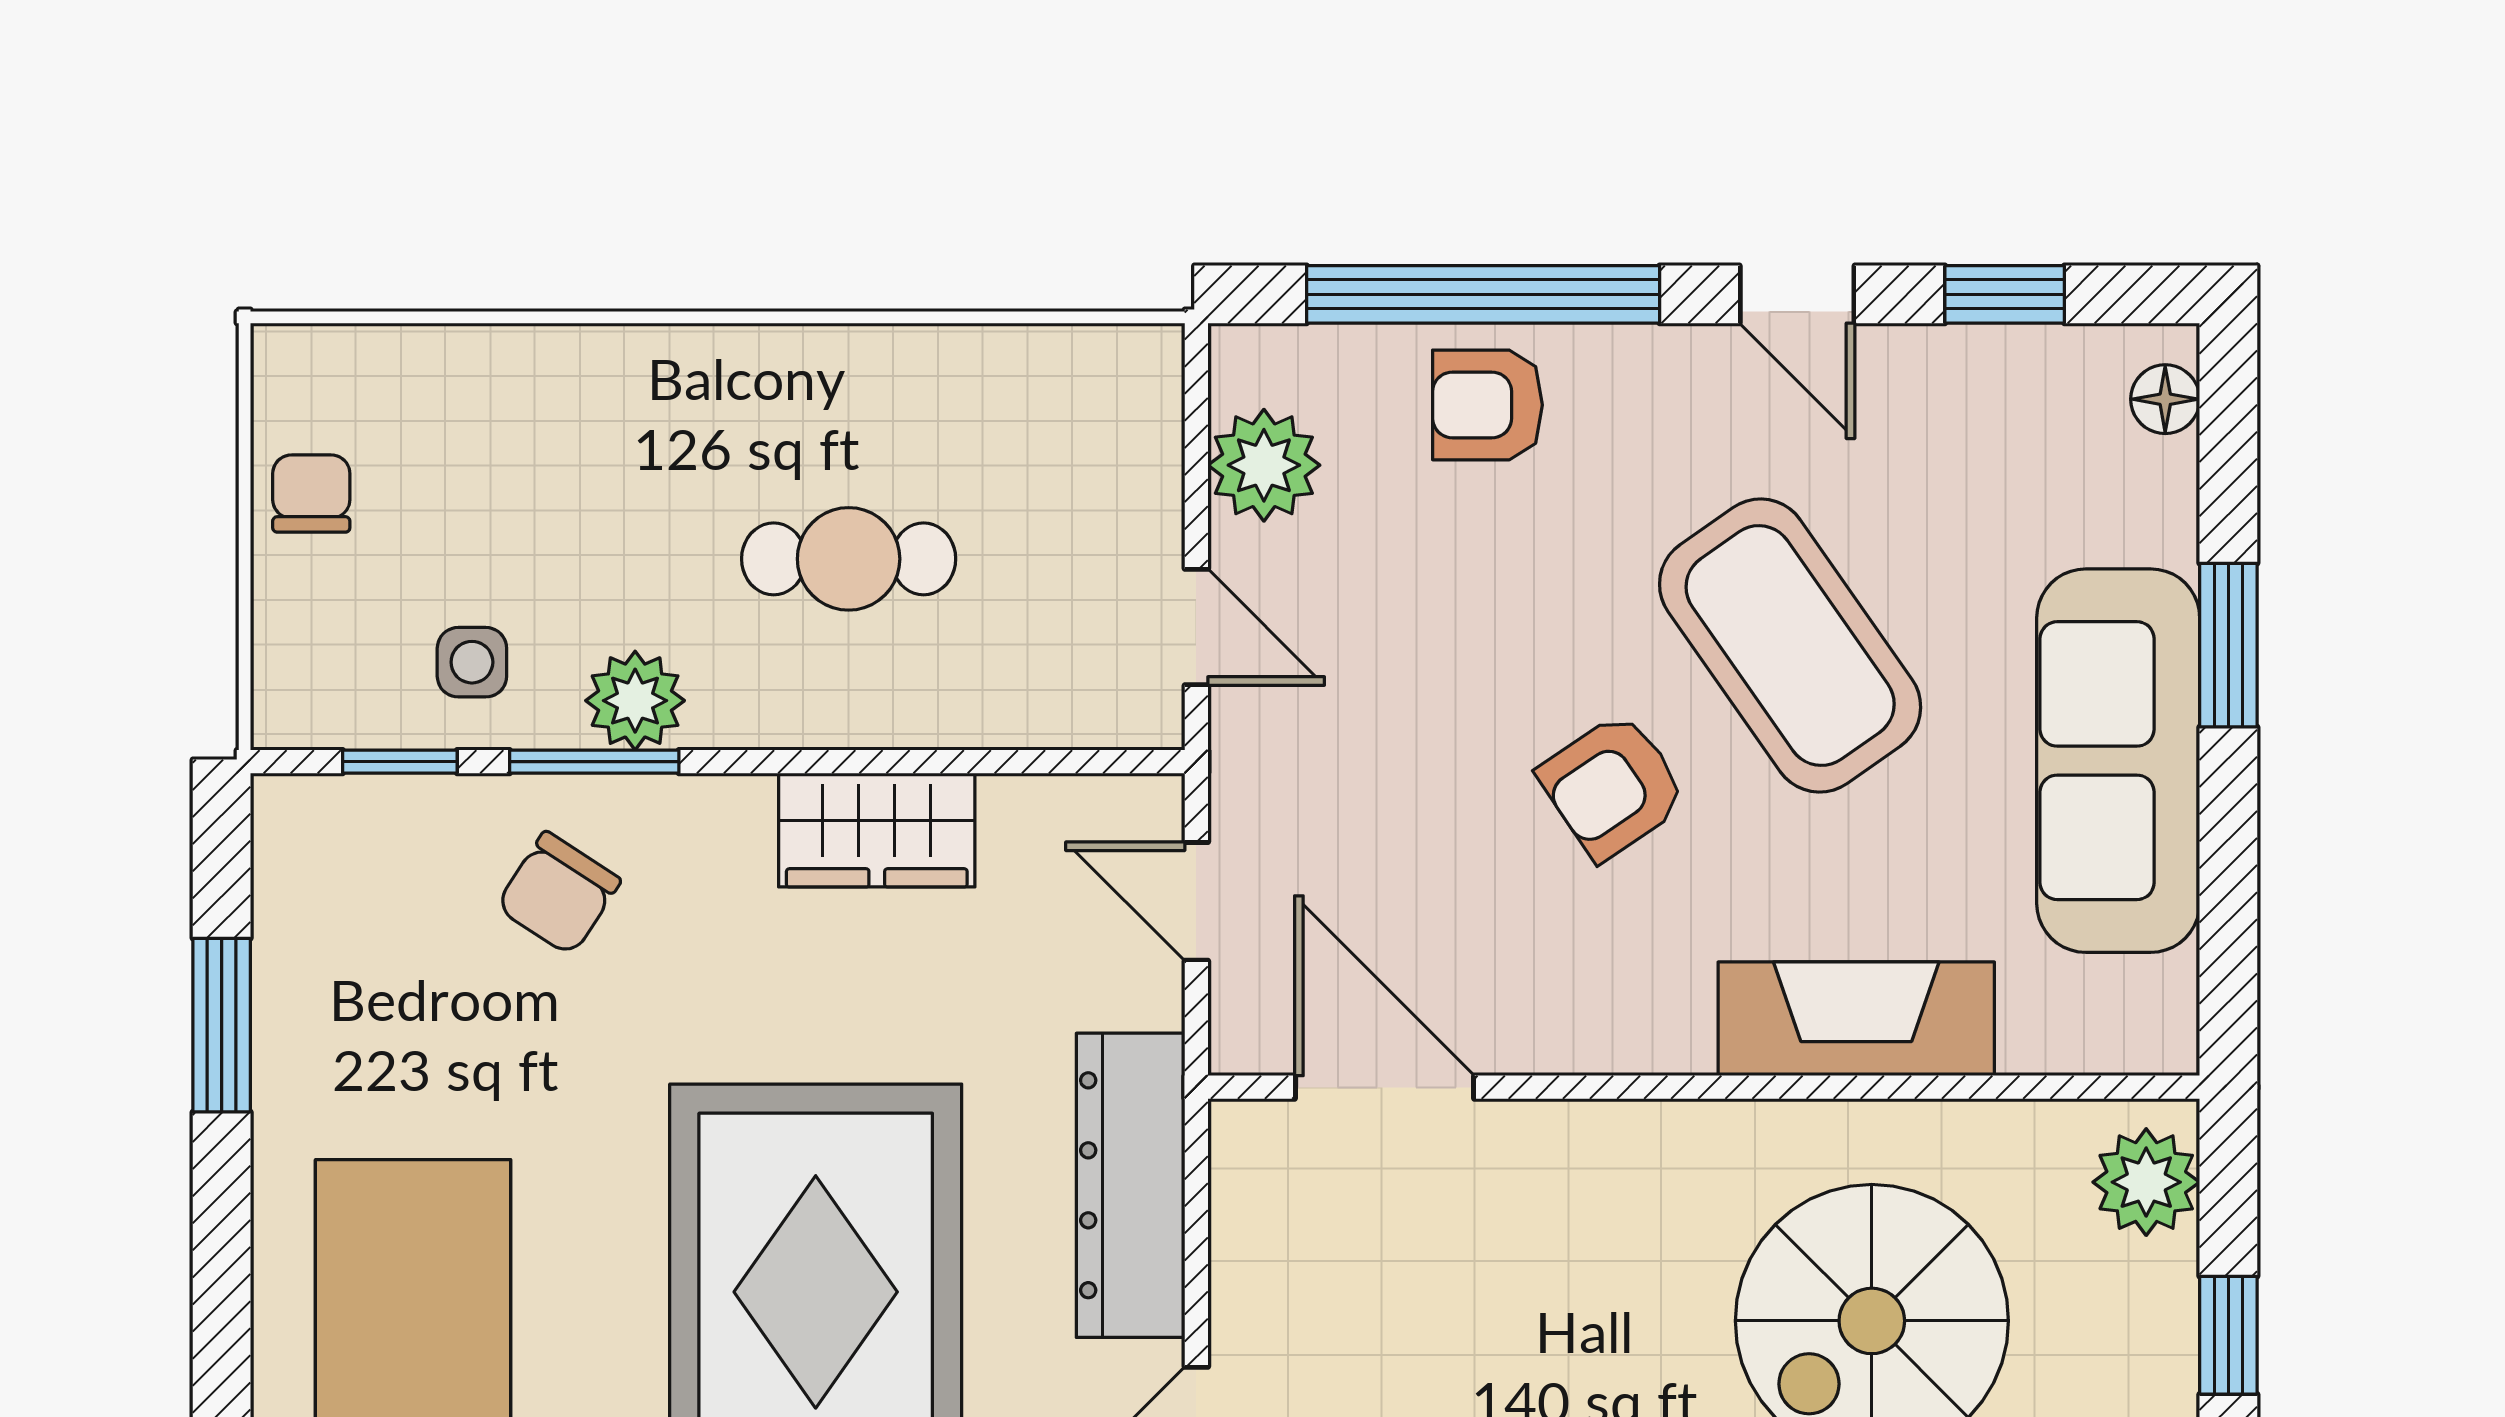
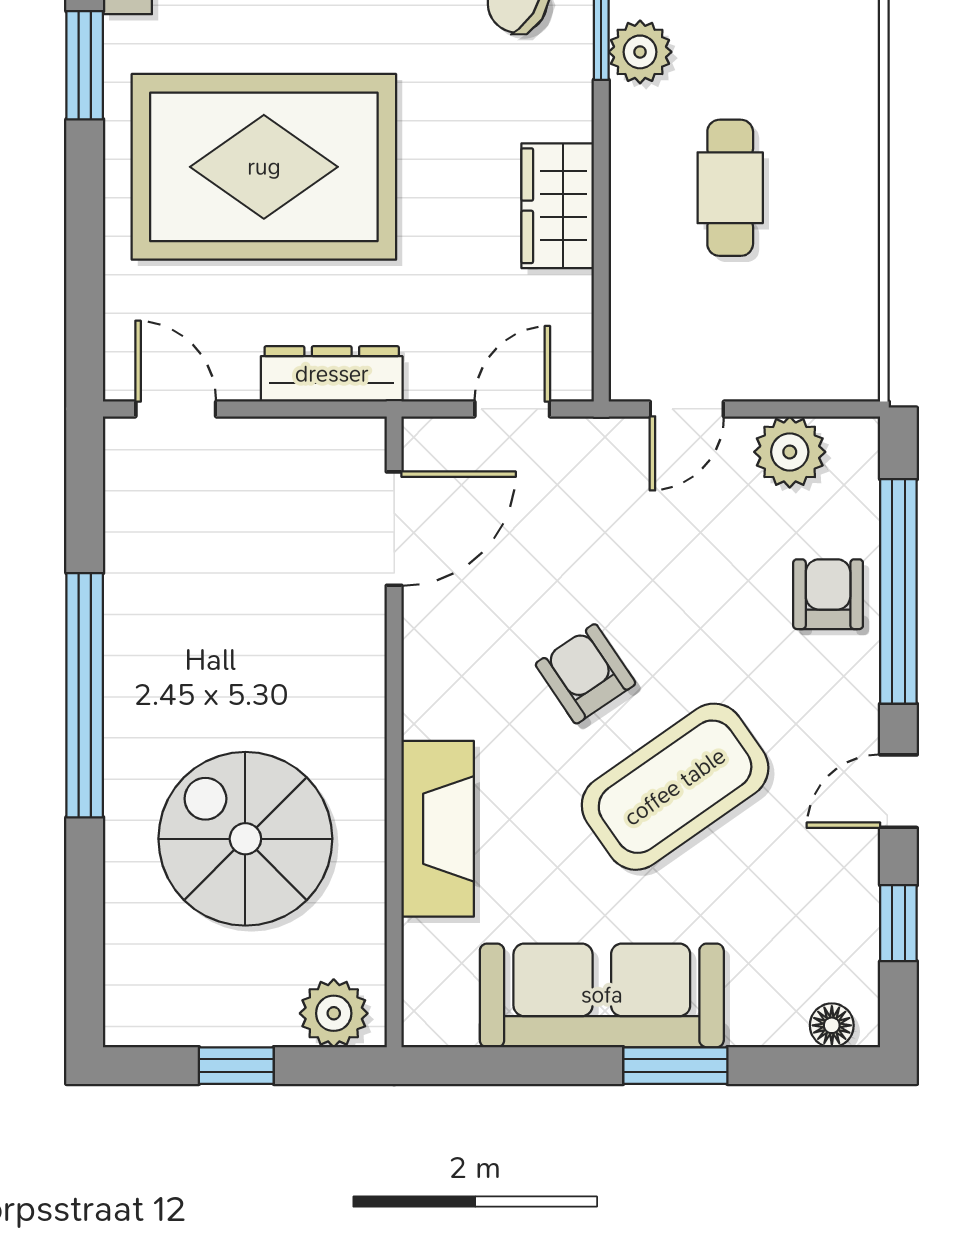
dresser: (1131, 1185) -> (332, 374), width x0.73, depth x0.80

